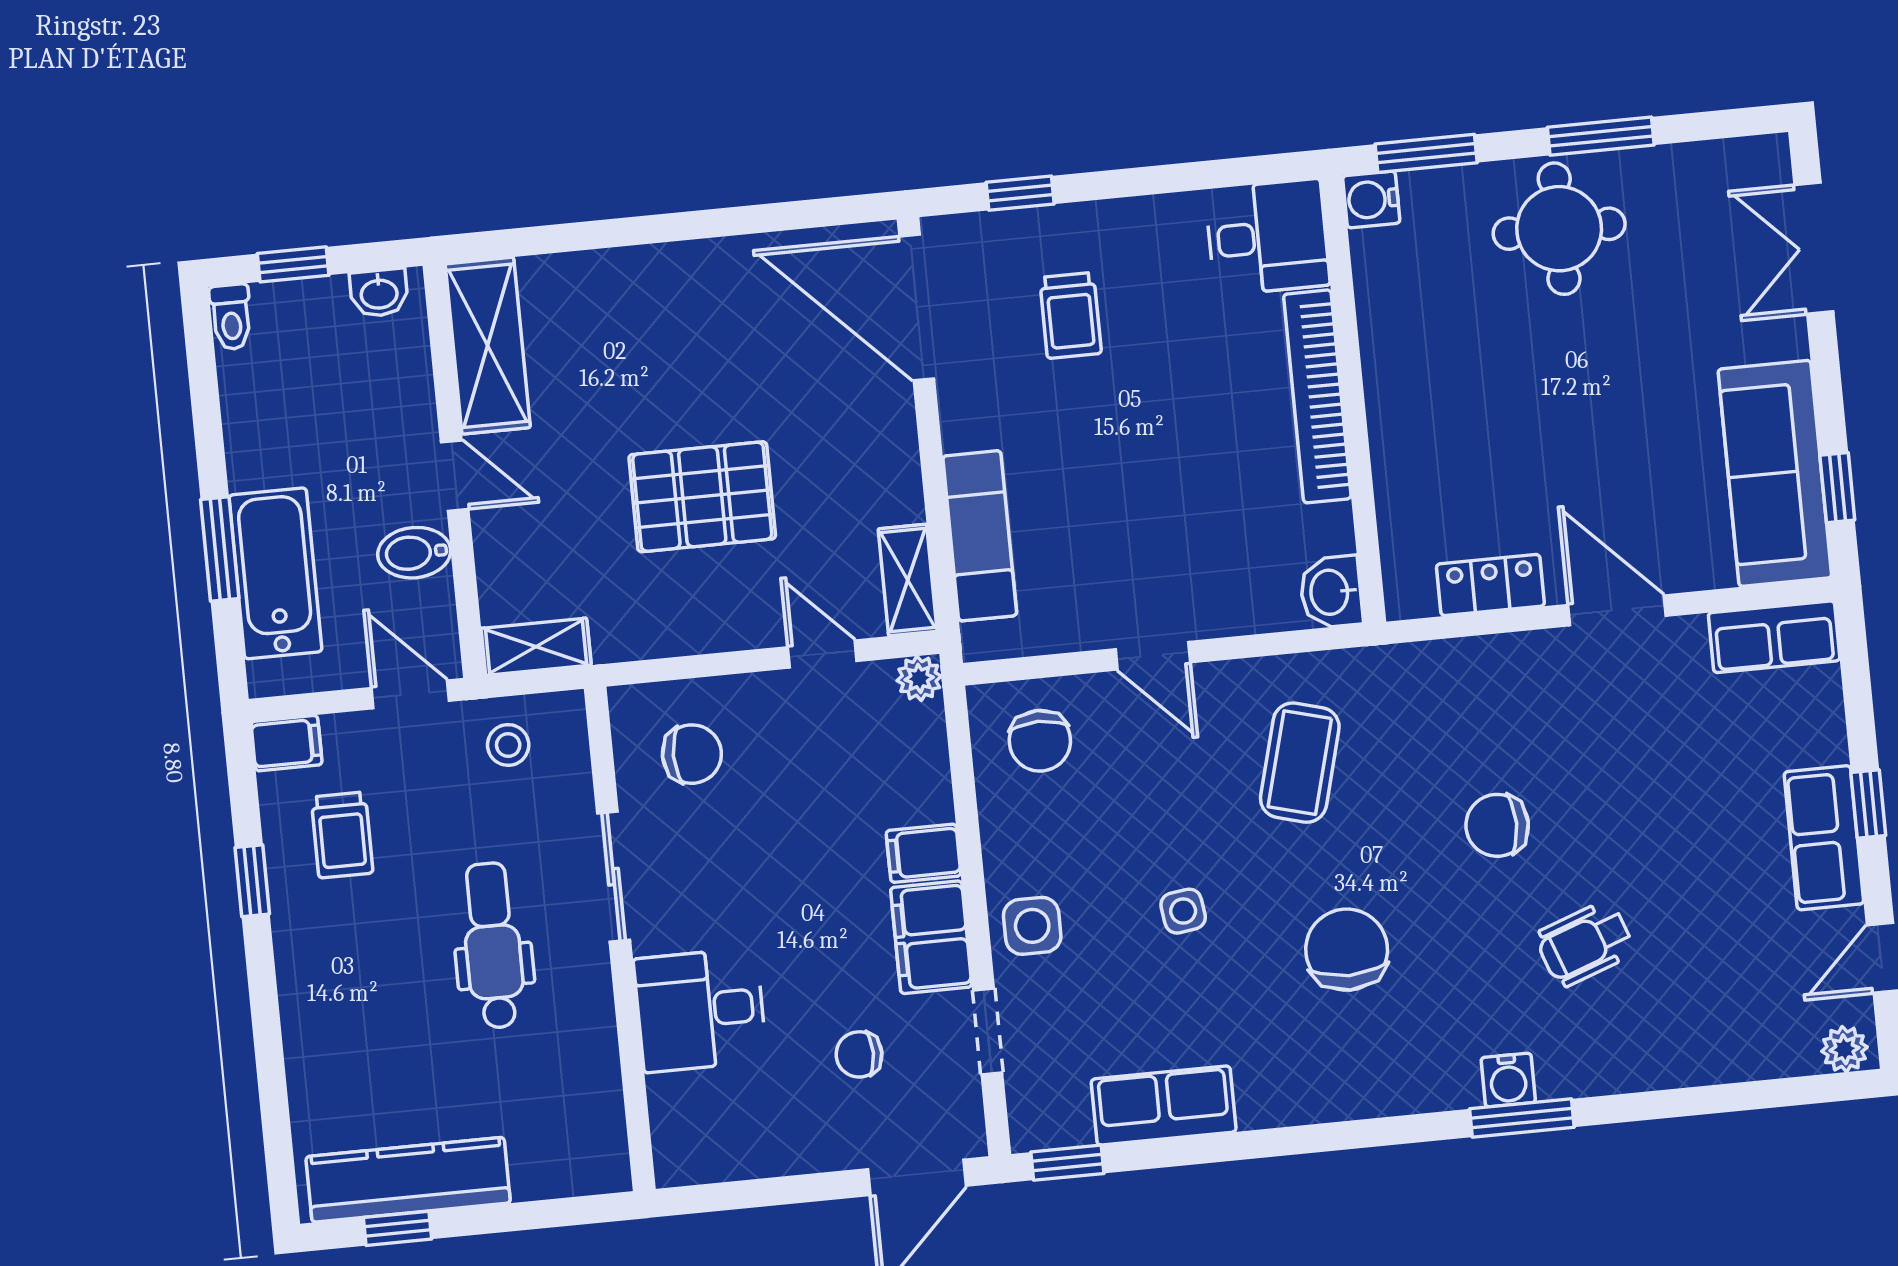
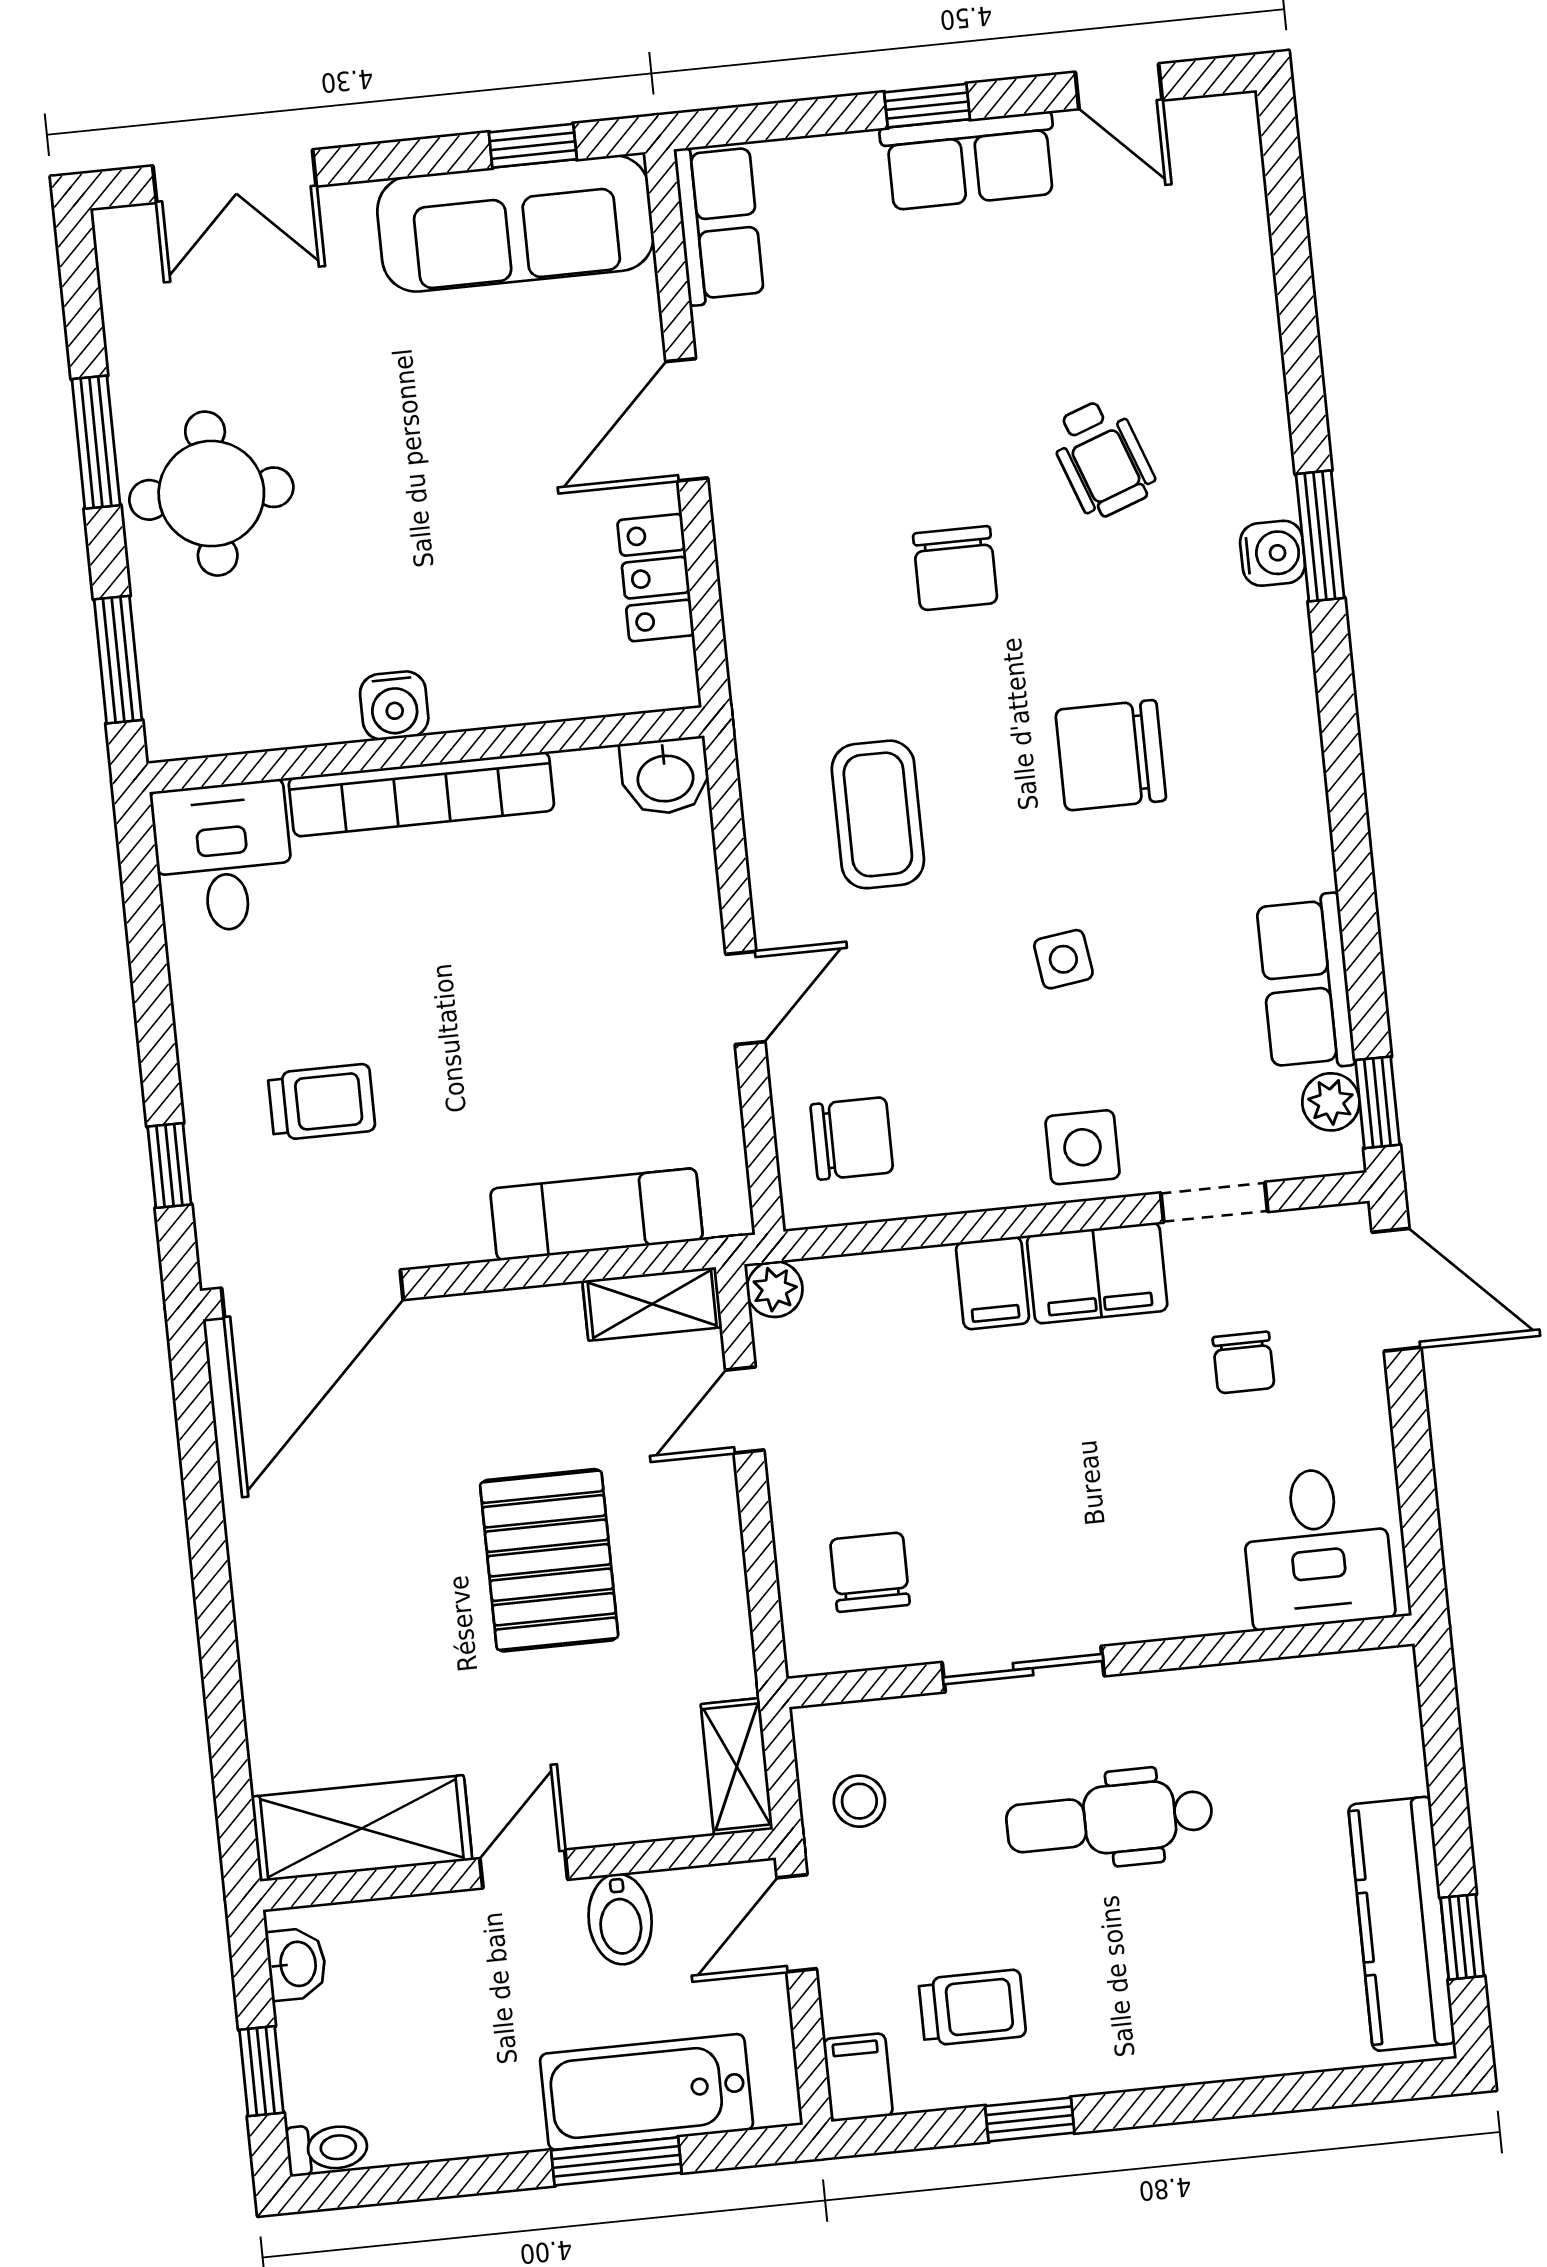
water cooler: (1371, 199) -> (394, 706), moved
coffee table: (1300, 763) -> (878, 814), turned 75
desk: (700, 1010) -> (1317, 1547), moved
plant: (1844, 1049) -> (1331, 1102), moved

